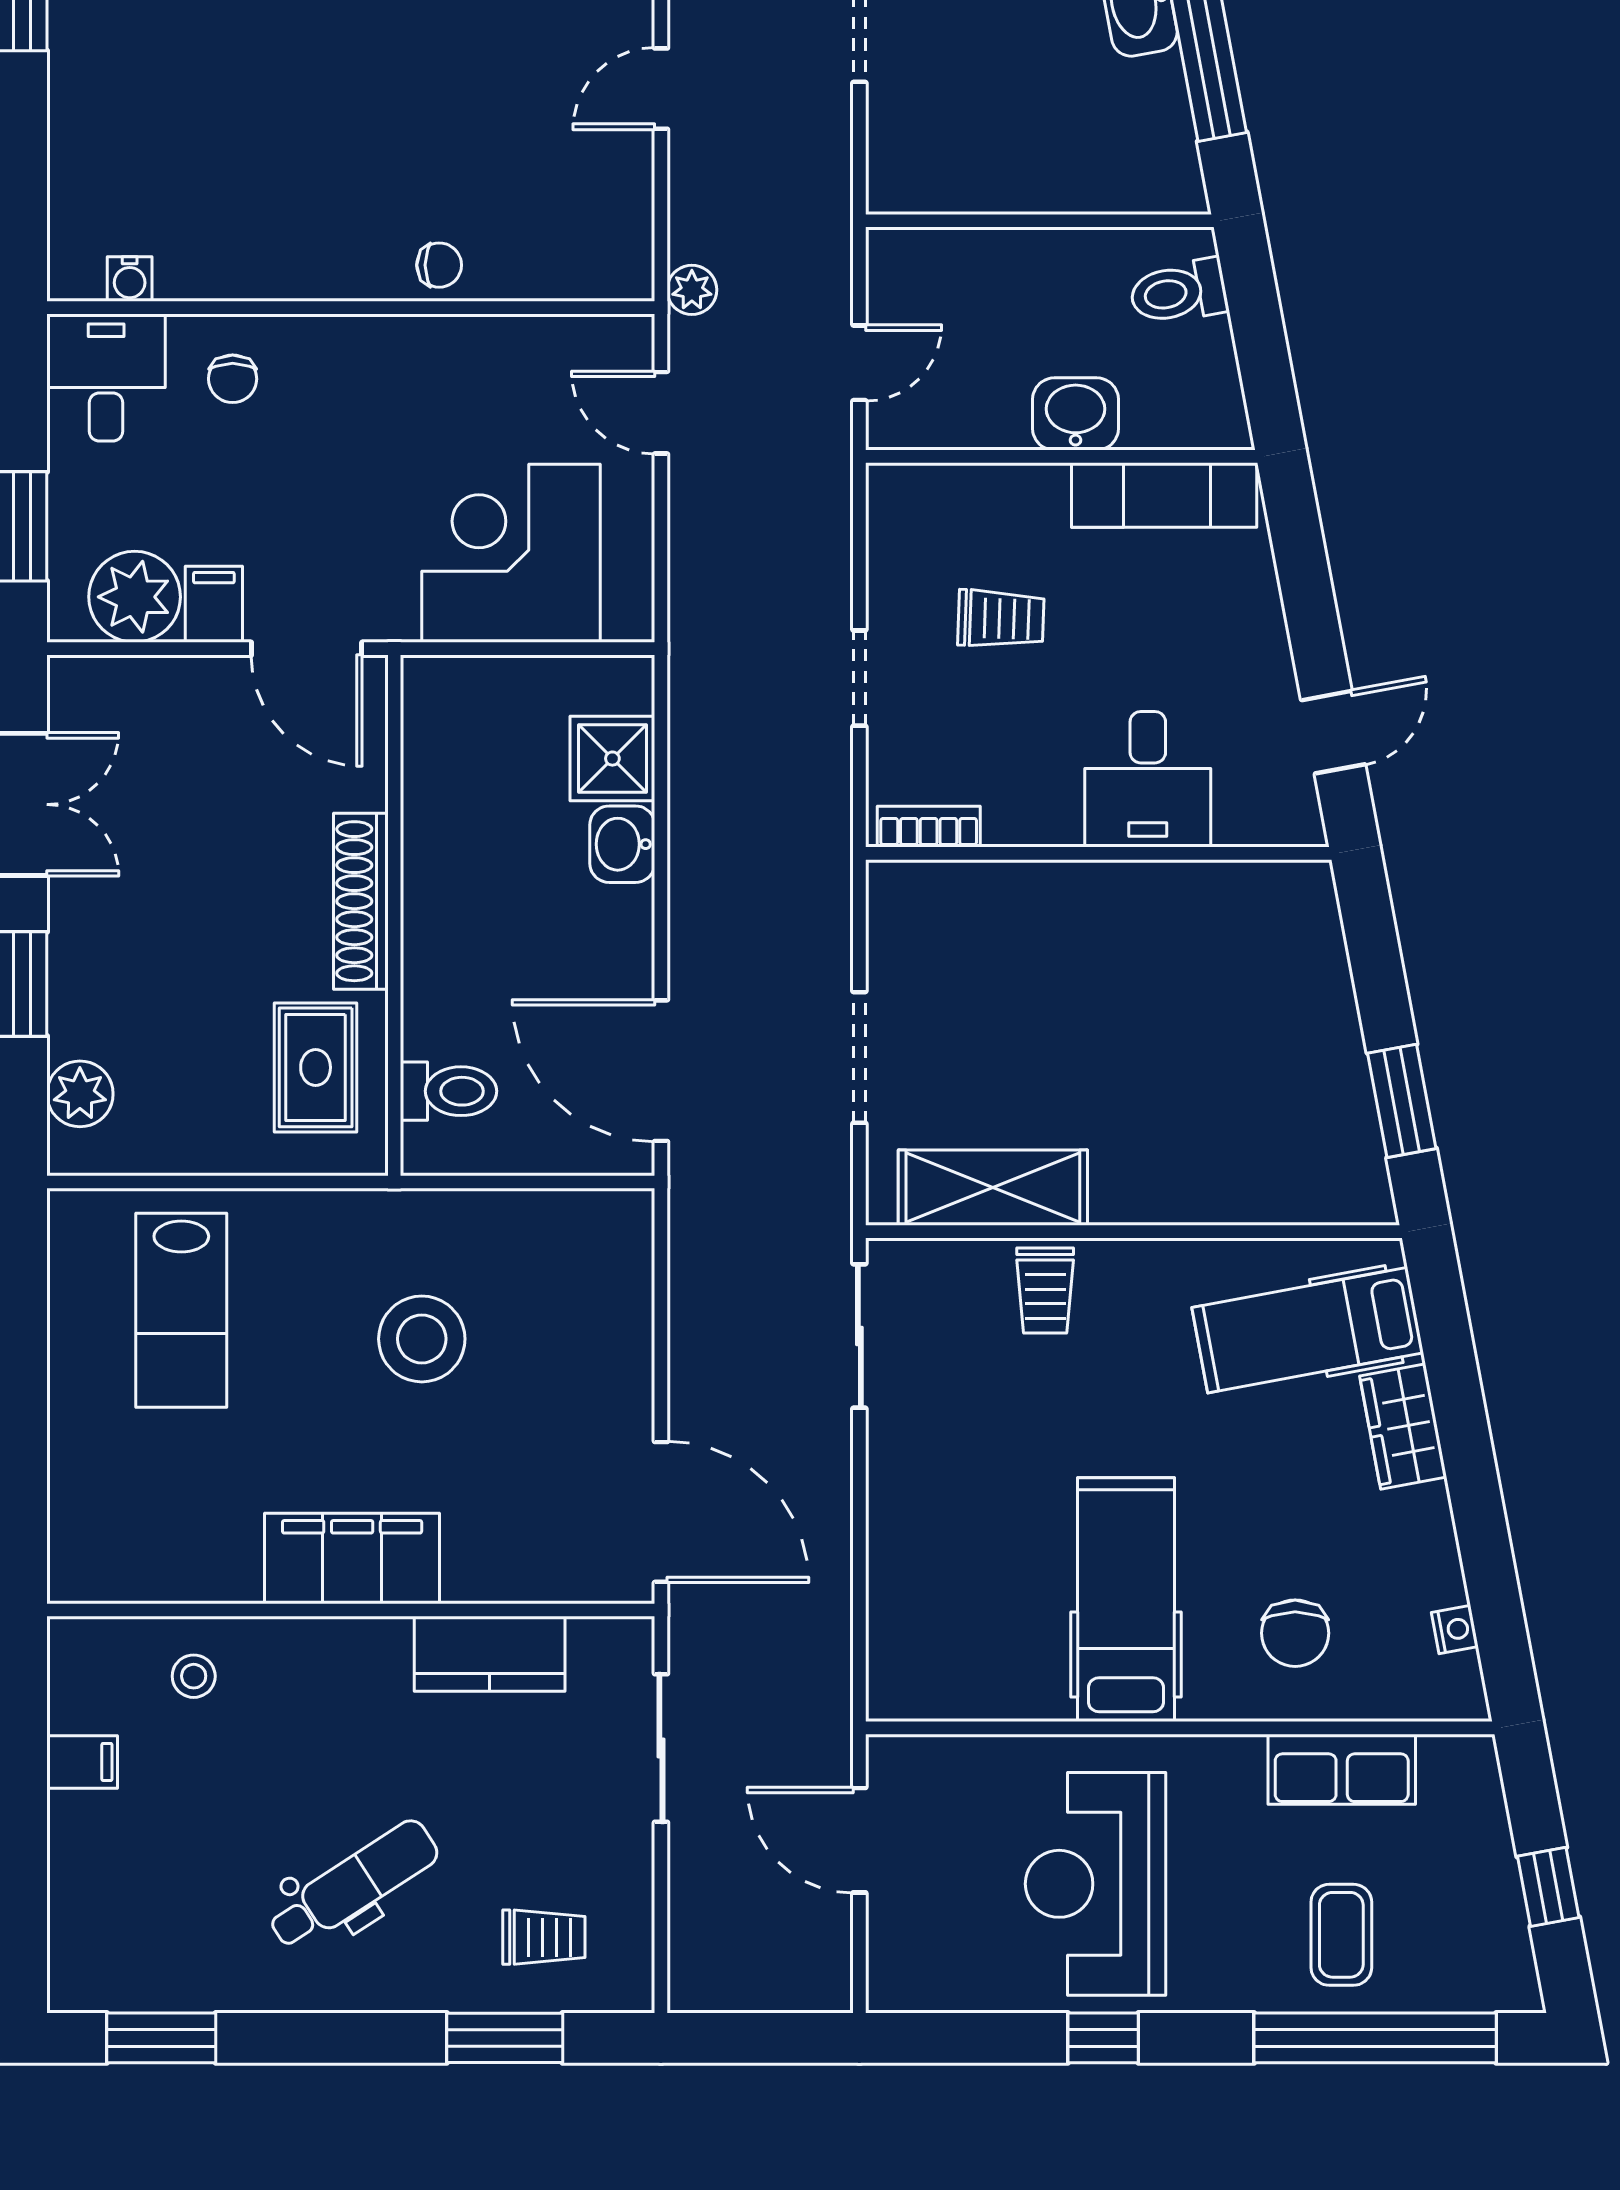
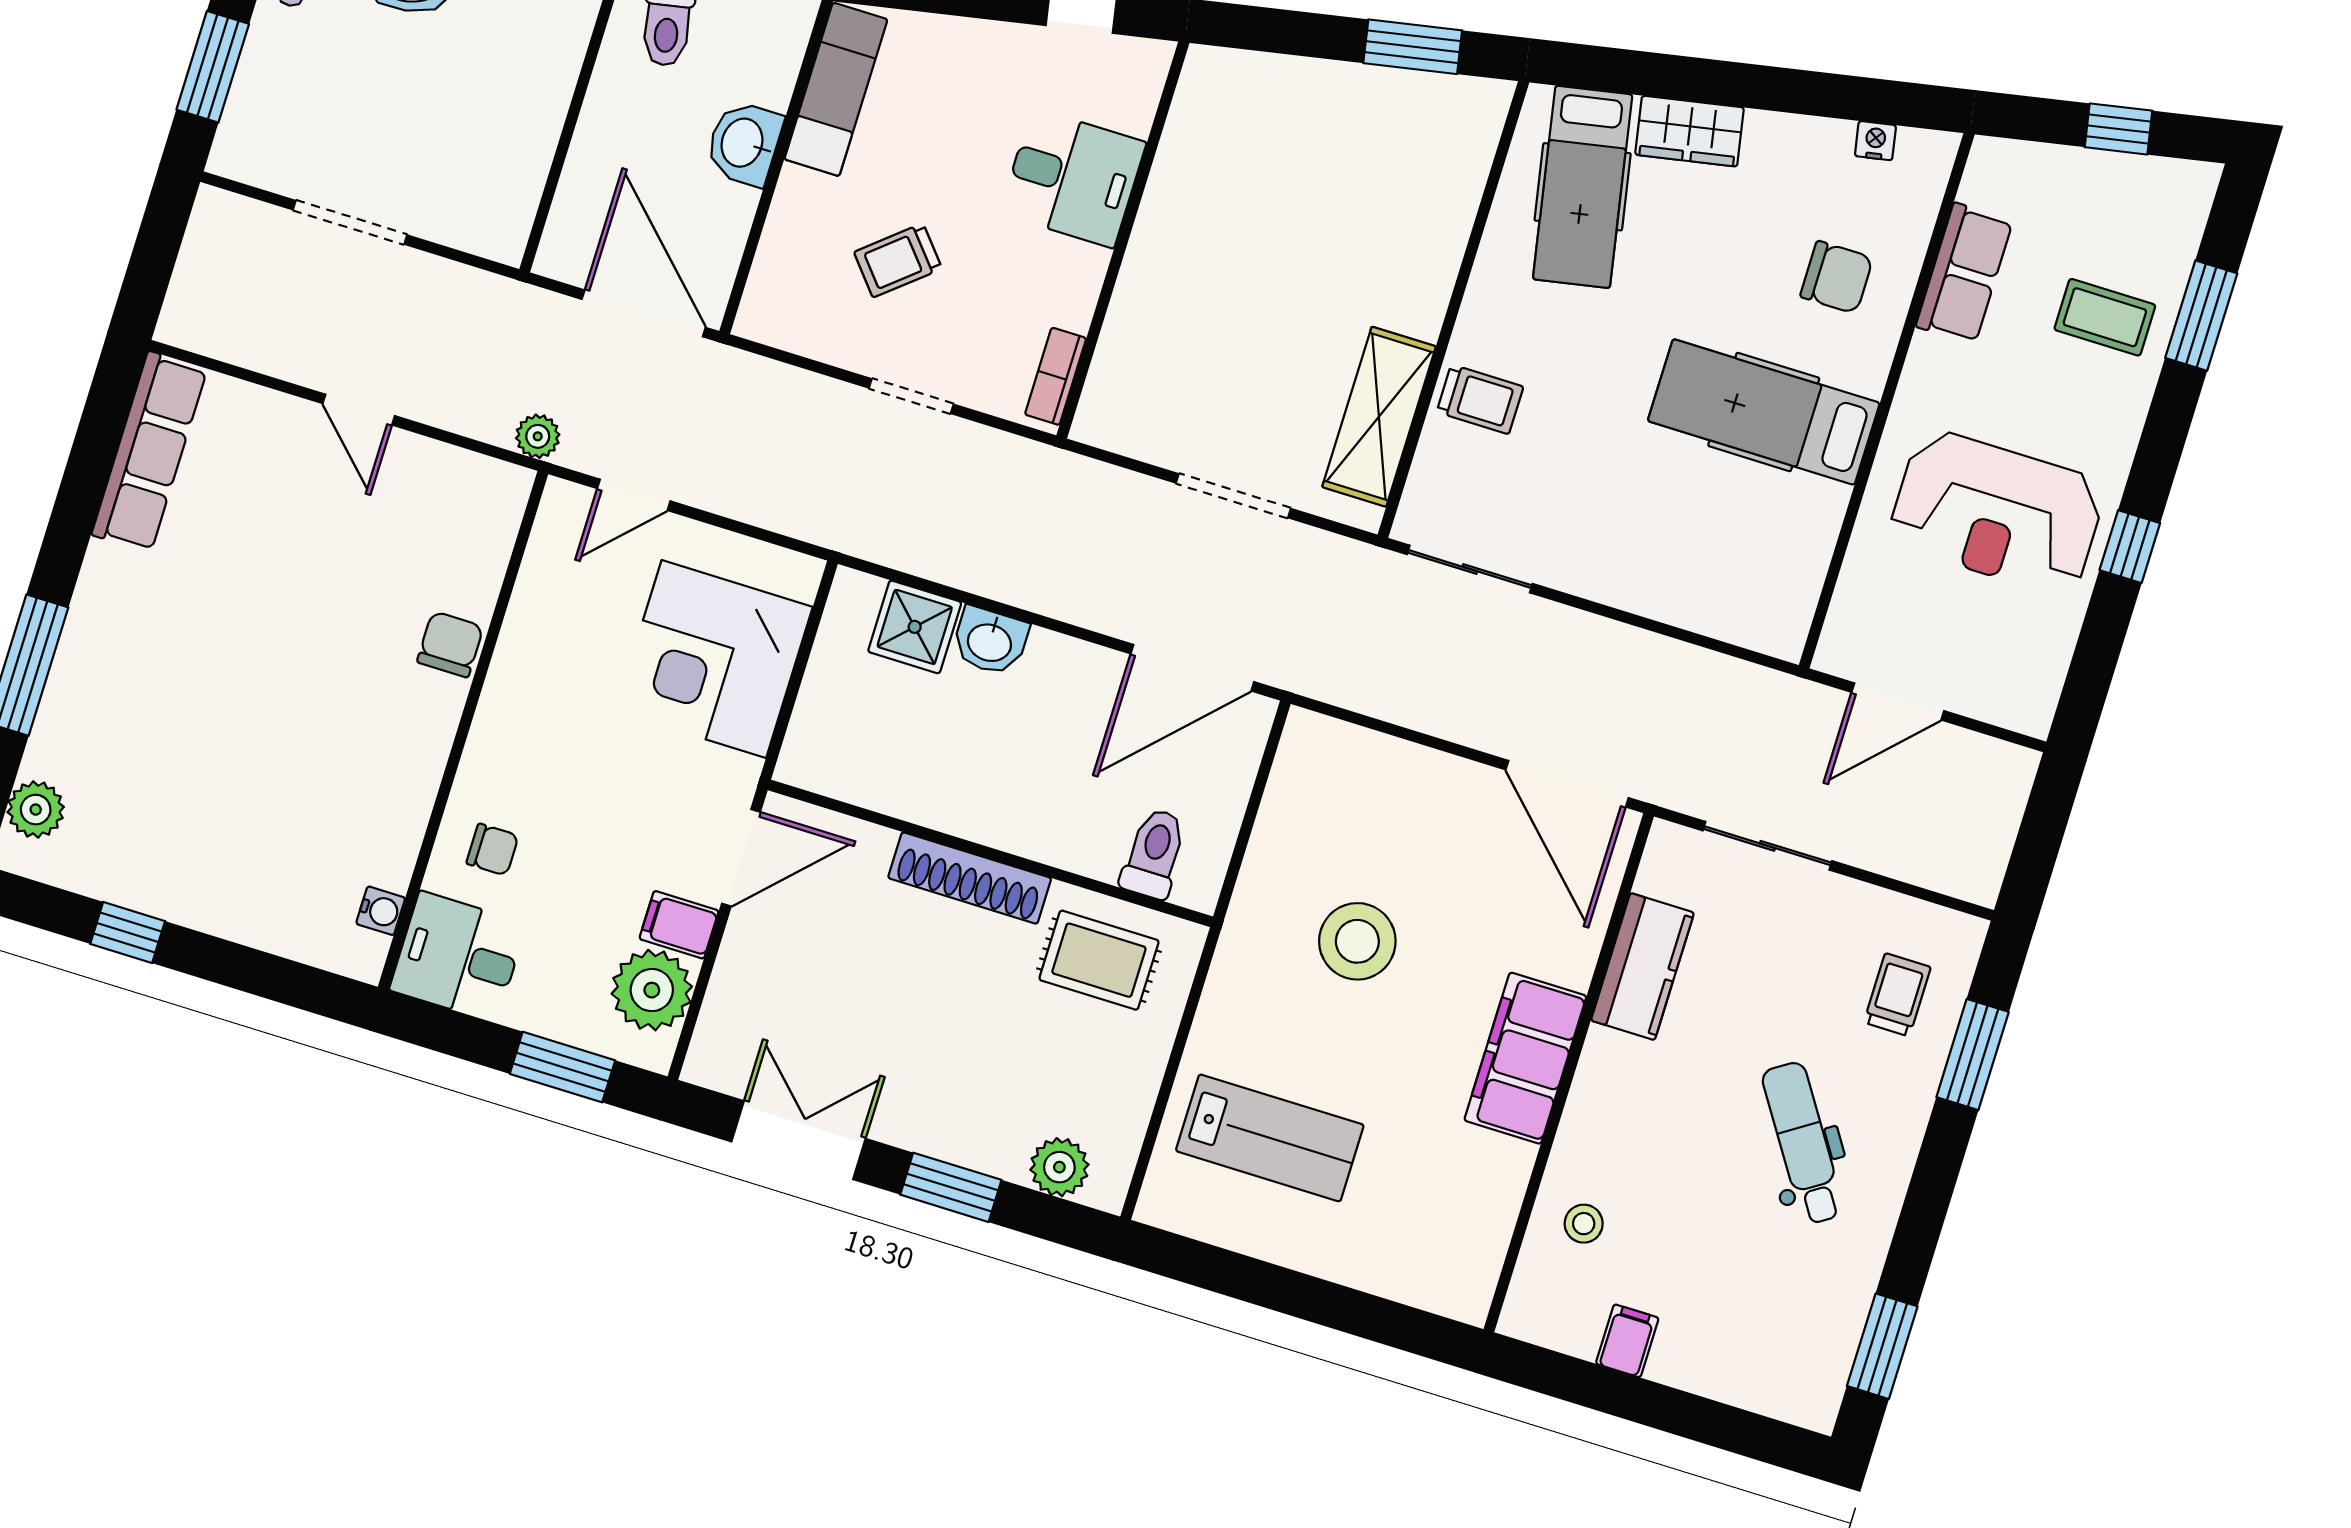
chair: (439, 265) -> (450, 644), width x1.37, depth x1.37
door: (859, 363) -> (644, 313), width x1.87
trolley: (1001, 619) -> (898, 260), turned -132
door: (661, 1512) -> (1567, 784), swing flipped
window: (1375, 2038) -> (2201, 316), width x0.47

